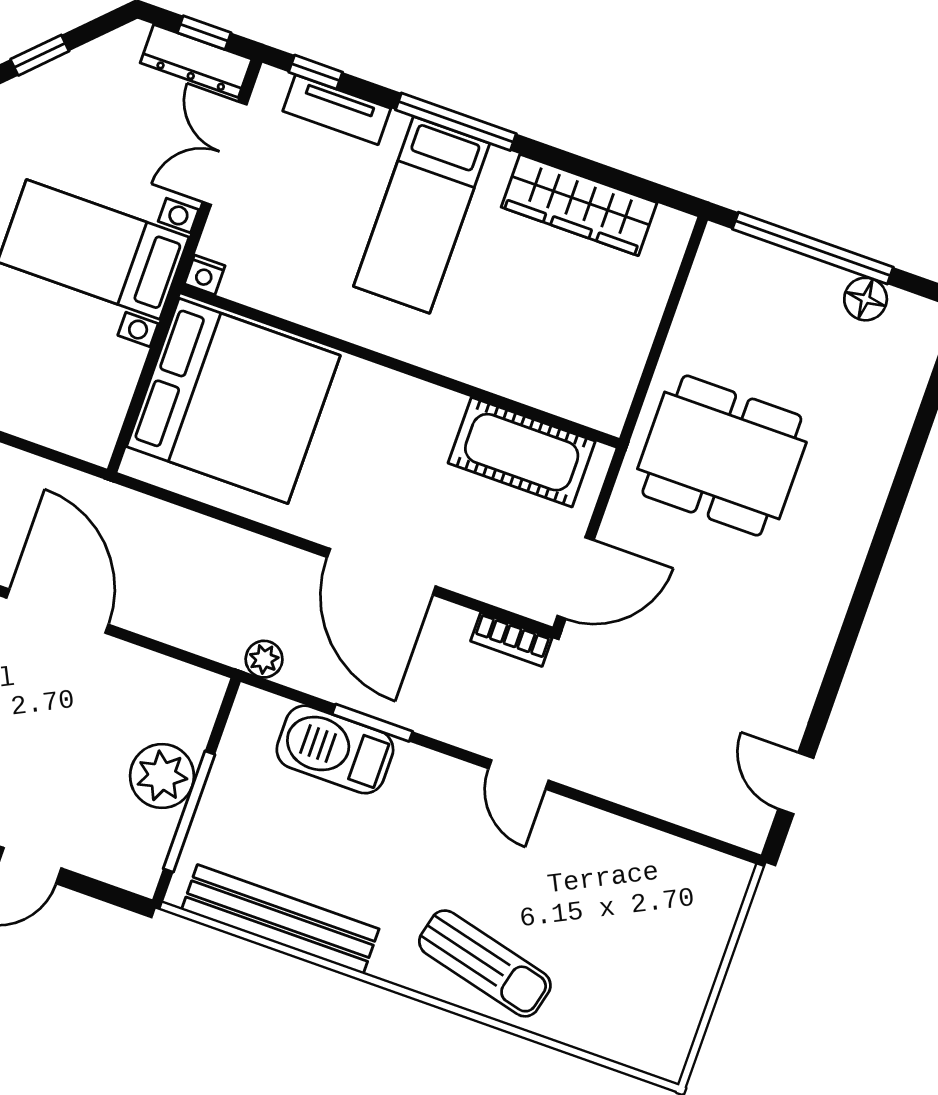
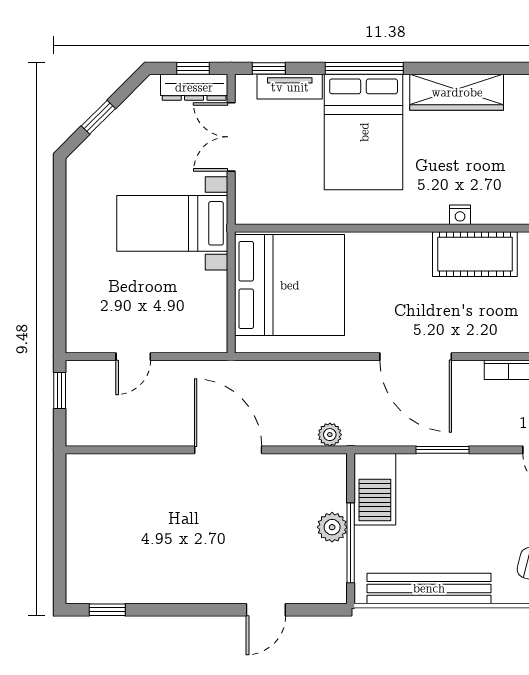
bed: (422, 215) -> (364, 132), width x1.50
nightstand: (205, 275) -> (460, 215), moved
plant: (264, 659) -> (330, 435), moved
barbecue: (335, 749) -> (375, 489), moved, turned -90
plant: (162, 776) -> (332, 527), width x0.73, depth x0.73

